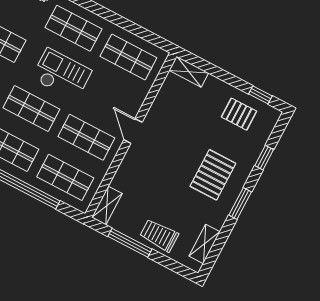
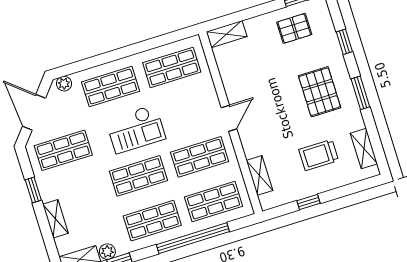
checkout: (62, 74) -> (136, 129), turned 180
door: (133, 131) -> (229, 118), swing flipped
shelving: (107, 205) -> (259, 175), moved
trolley: (159, 235) -> (319, 155), moved
window: (130, 243) -> (309, 202), width x0.46

